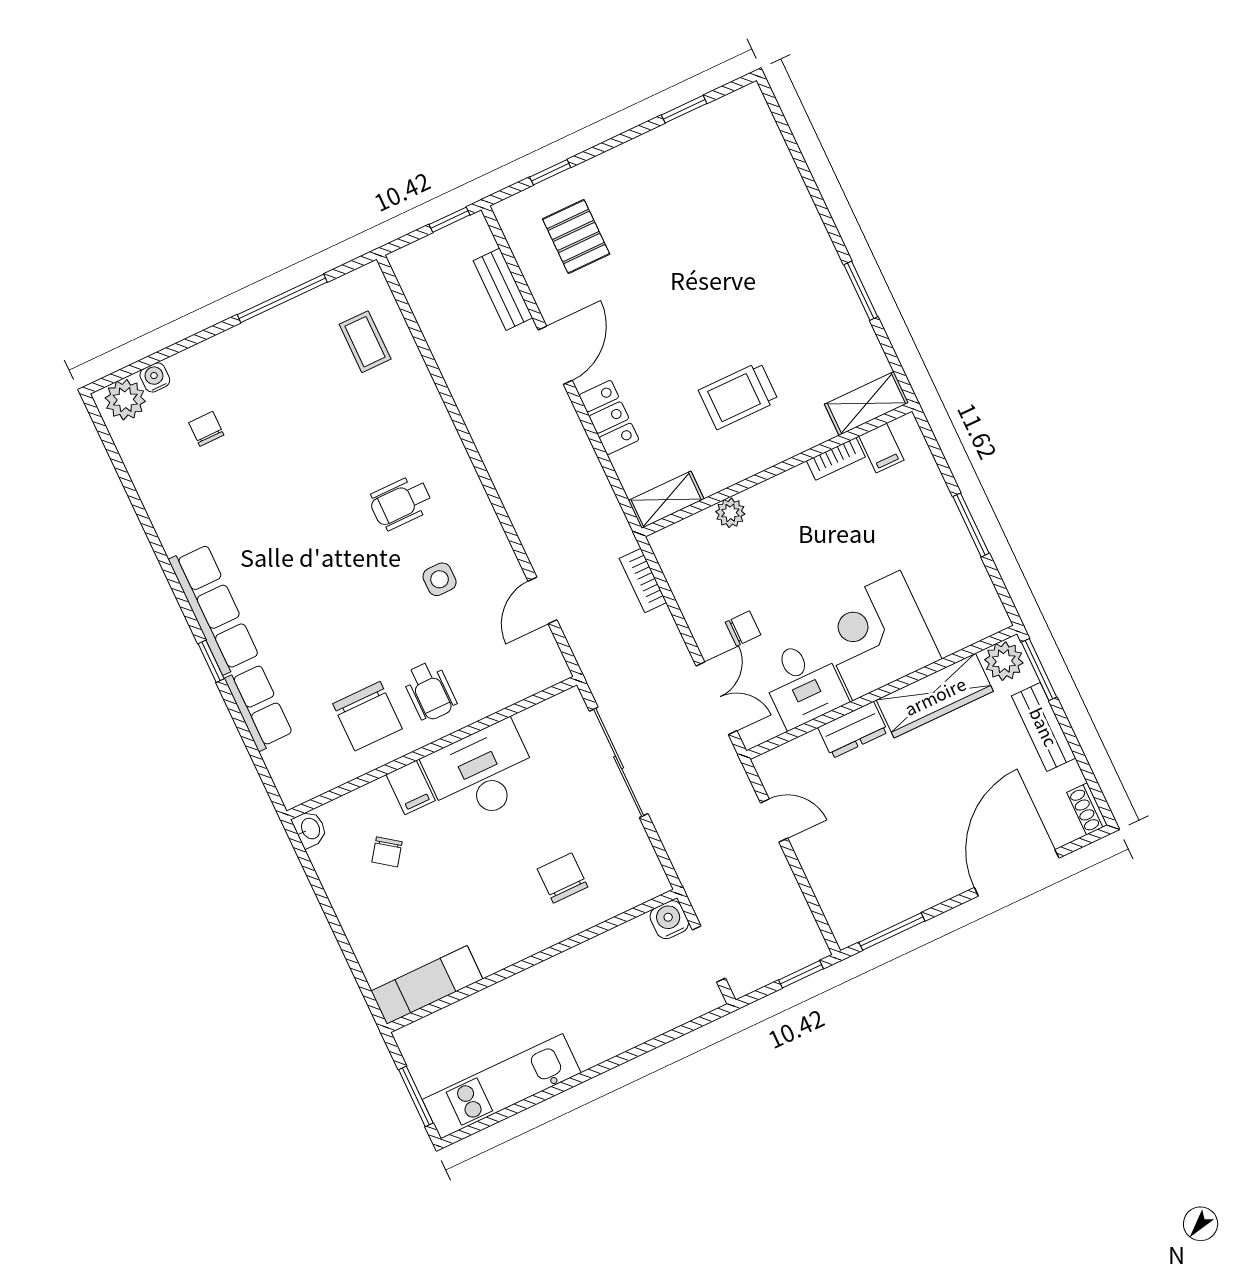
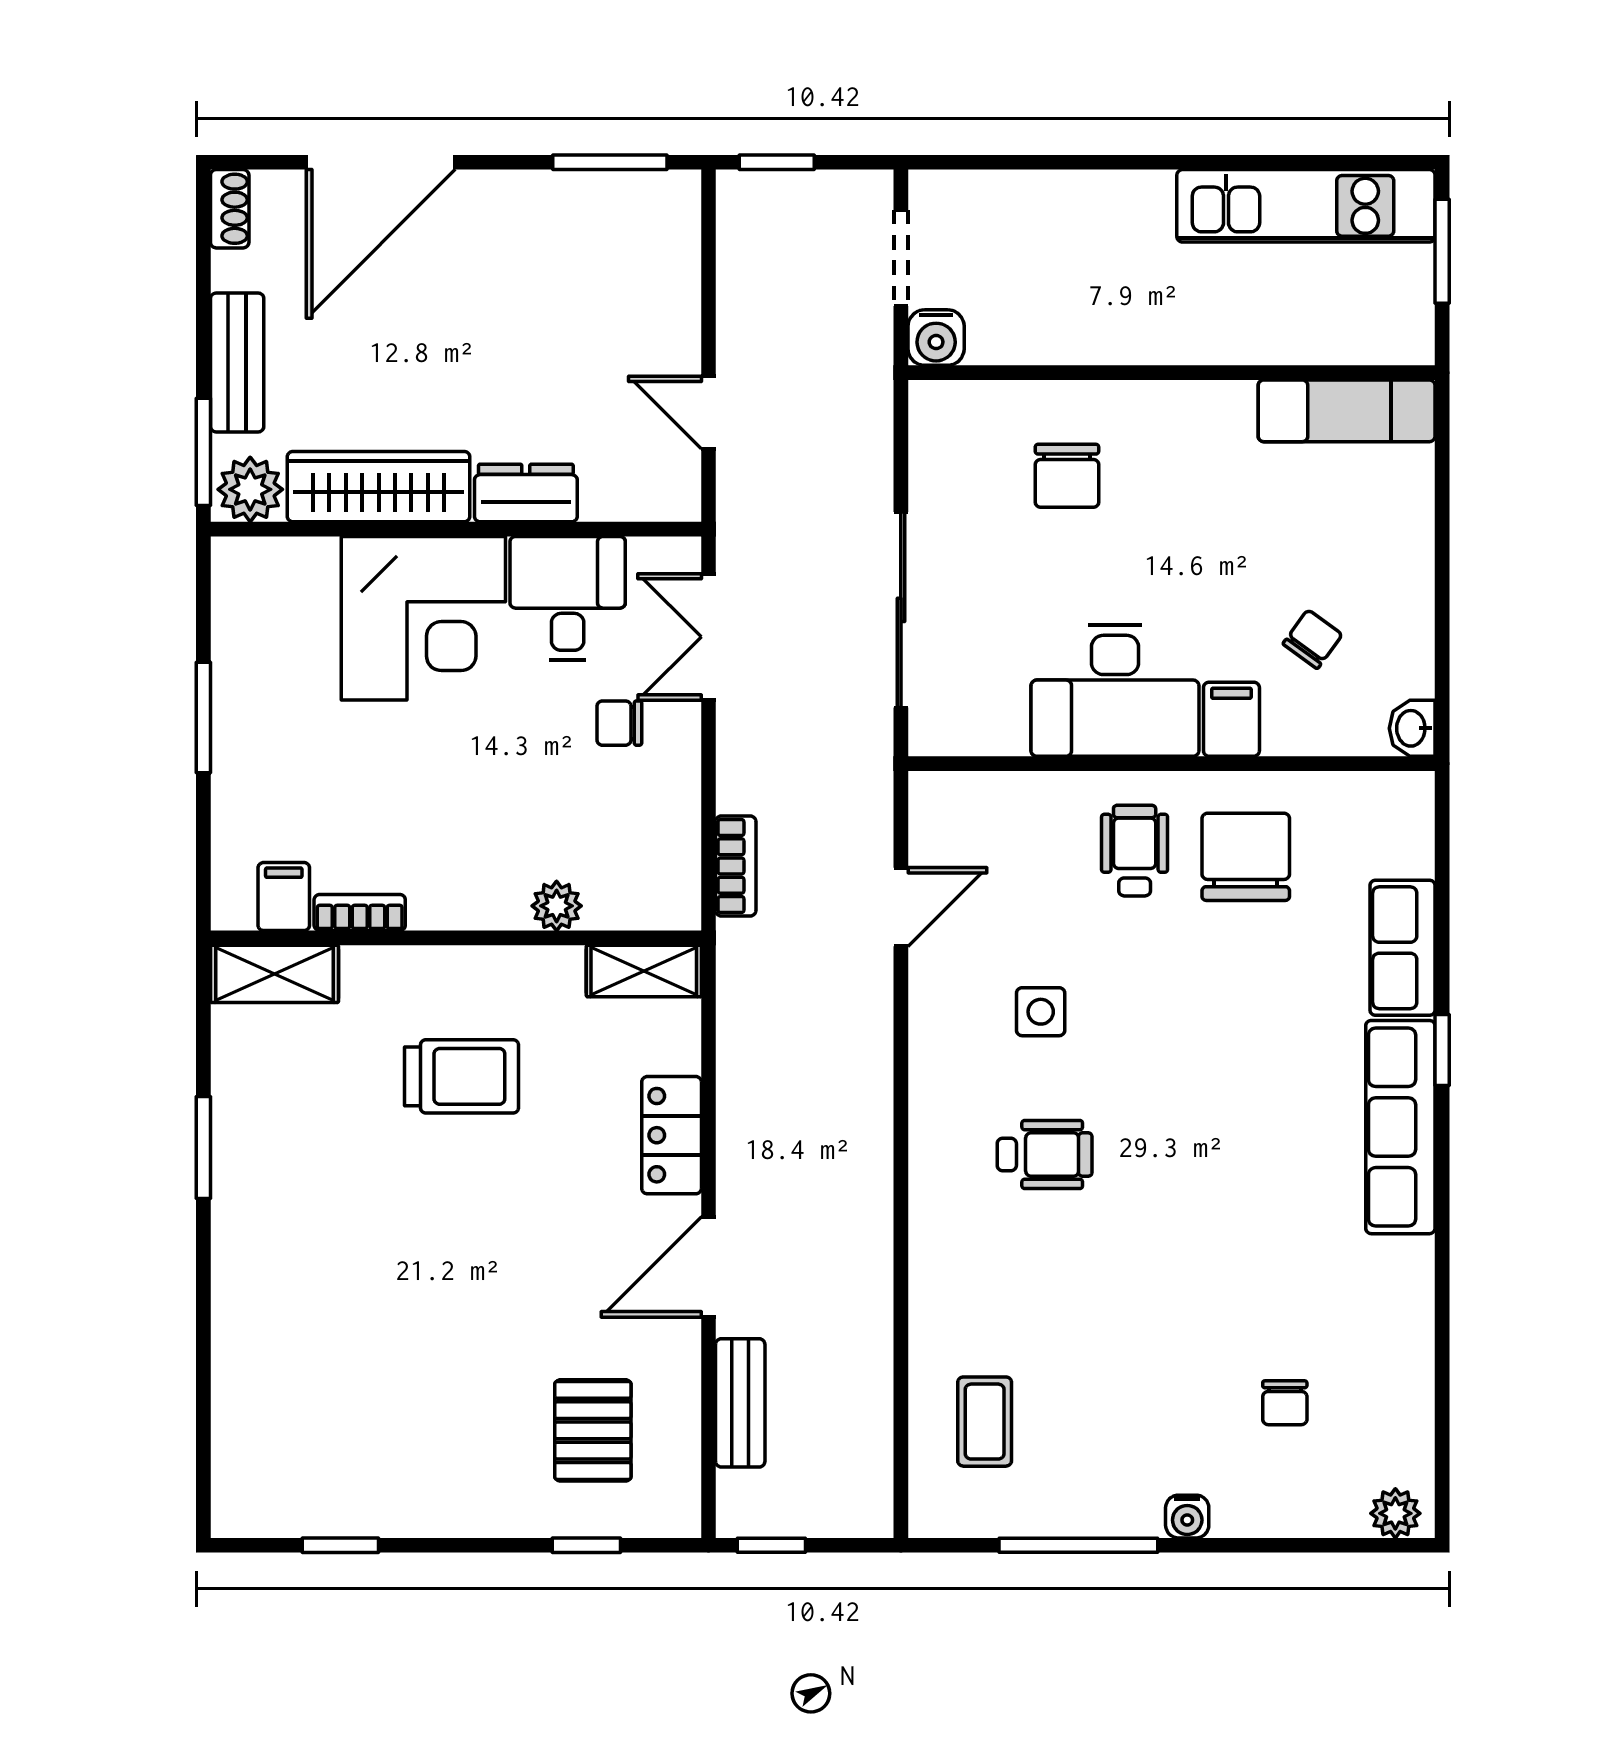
water cooler: (155, 377) -> (1187, 1517), moved
plant: (125, 400) -> (1395, 1513), width x0.73, depth x0.73

